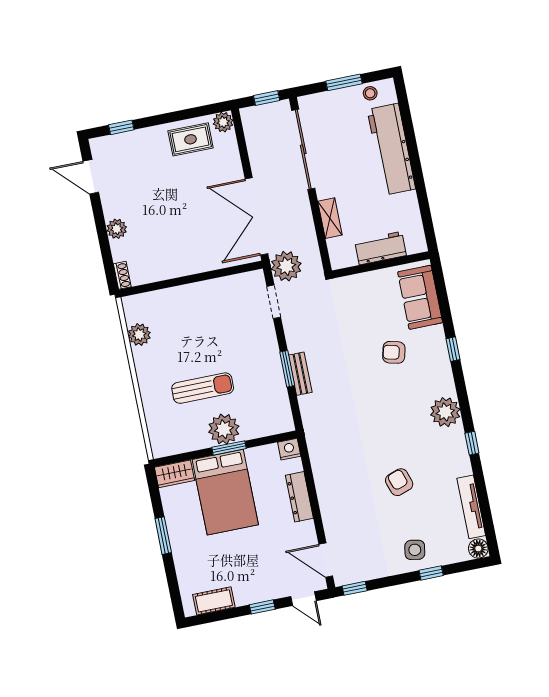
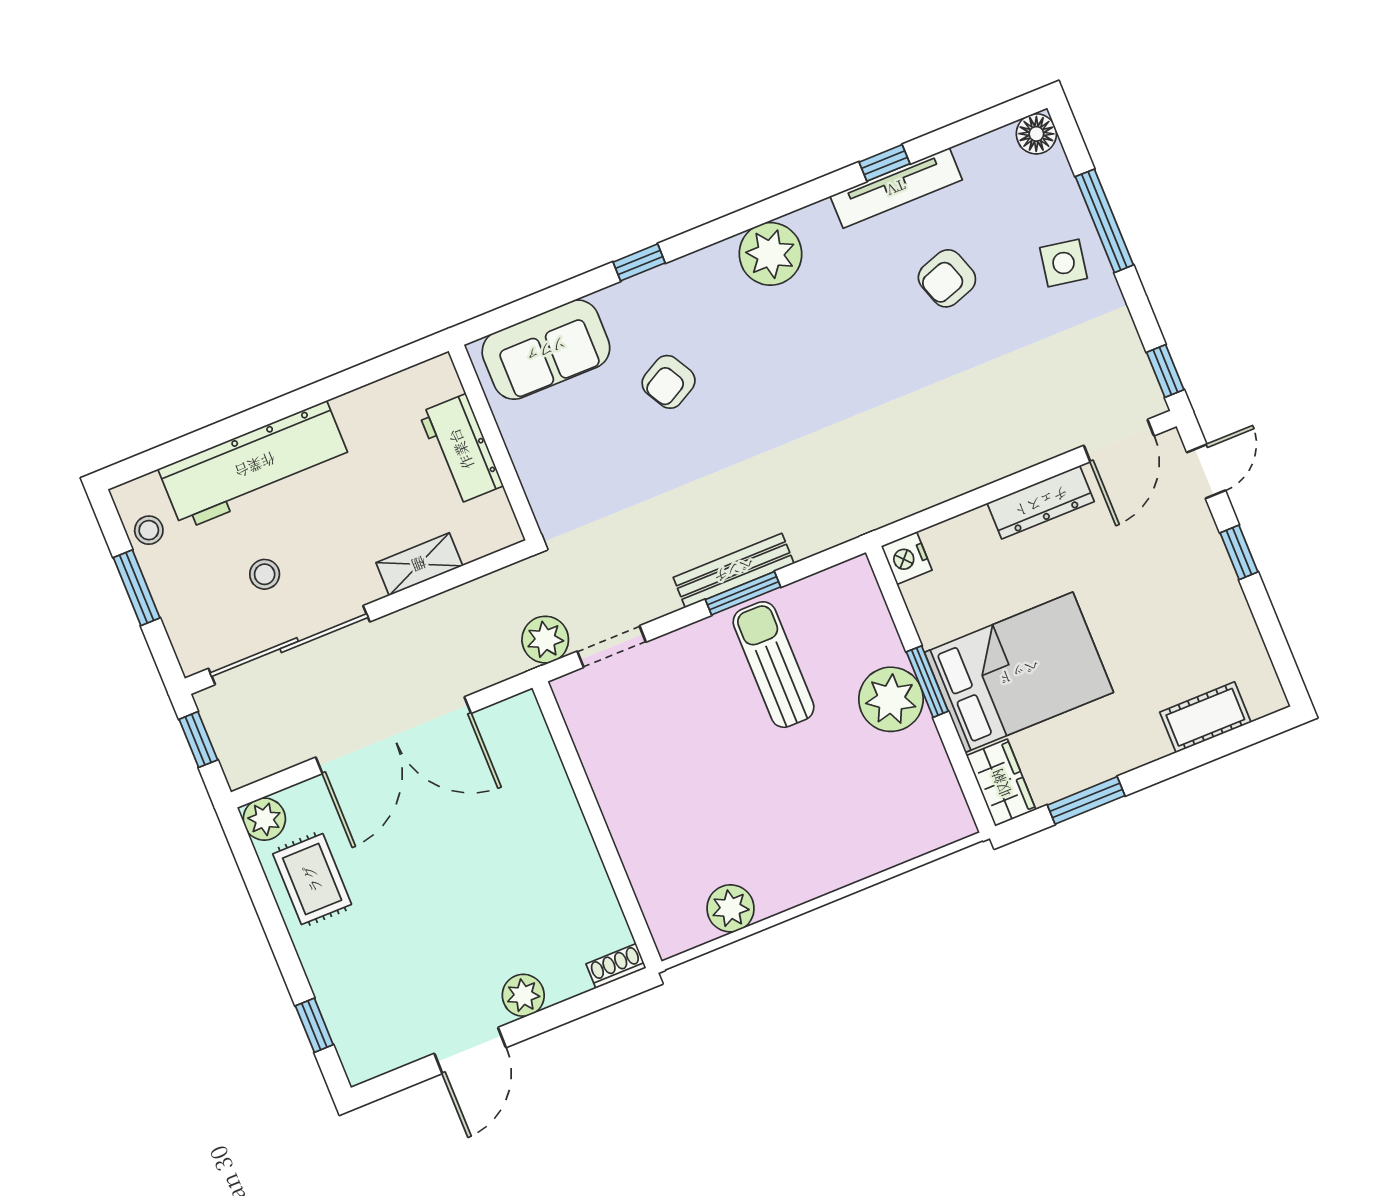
stool: (339, 144) -> (265, 574), added
door: (91, 177) -> (470, 1051), moved
double door: (257, 216) -> (393, 735), moved
plant: (286, 266) -> (545, 640), width x0.73, depth x0.73
armchair: (394, 352) -> (669, 382), turned 47
bench: (300, 374) -> (734, 570), width x1.36
sun lounger: (203, 388) -> (773, 665), moved
window: (472, 443) -> (884, 163), moved
armchair: (399, 482) -> (947, 278), moved
dresser: (299, 497) -> (1041, 502), moved
tv unit: (471, 507) -> (896, 188), moved
window: (163, 536) -> (1086, 800), moved
window: (431, 573) -> (1104, 221), width x2.17
cot: (214, 601) -> (1205, 717), moved, turned 90

